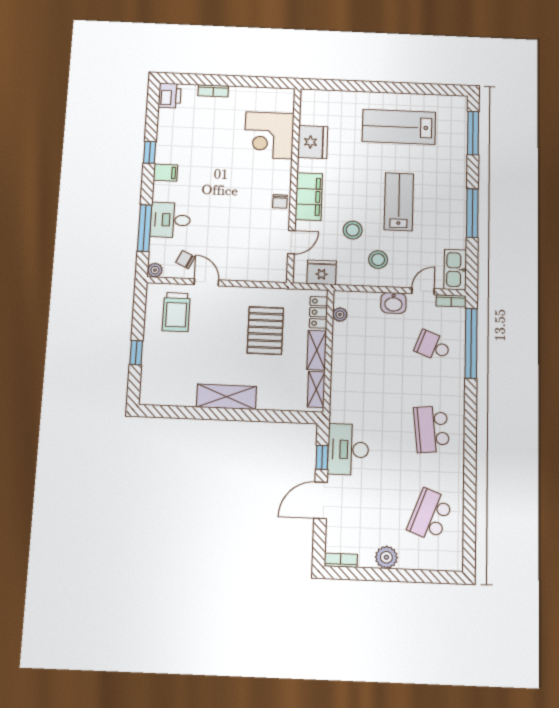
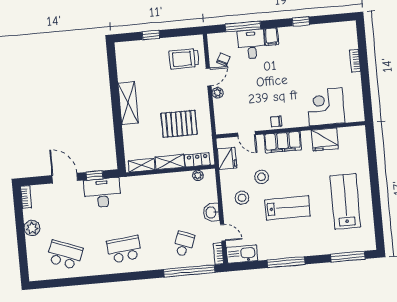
printer: (170, 96) -> (347, 29), removed
filing cabinet: (165, 173) -> (271, 37), moved
plant: (155, 270) -> (218, 93), moved

